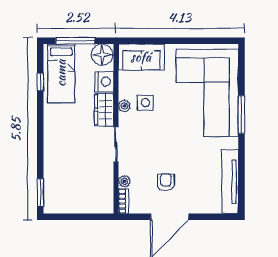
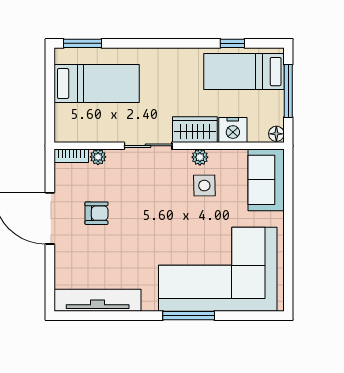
floor lamp: (102, 55) -> (276, 134), width x0.53, depth x0.53
bed: (70, 182) -> (97, 84), added

